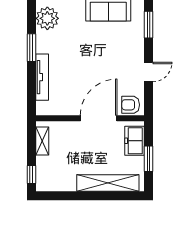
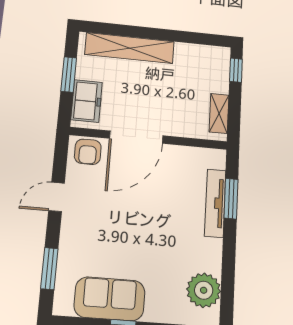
window: (31, 48) -> (231, 199), moved
armchair: (131, 105) -> (88, 152), turned 90

